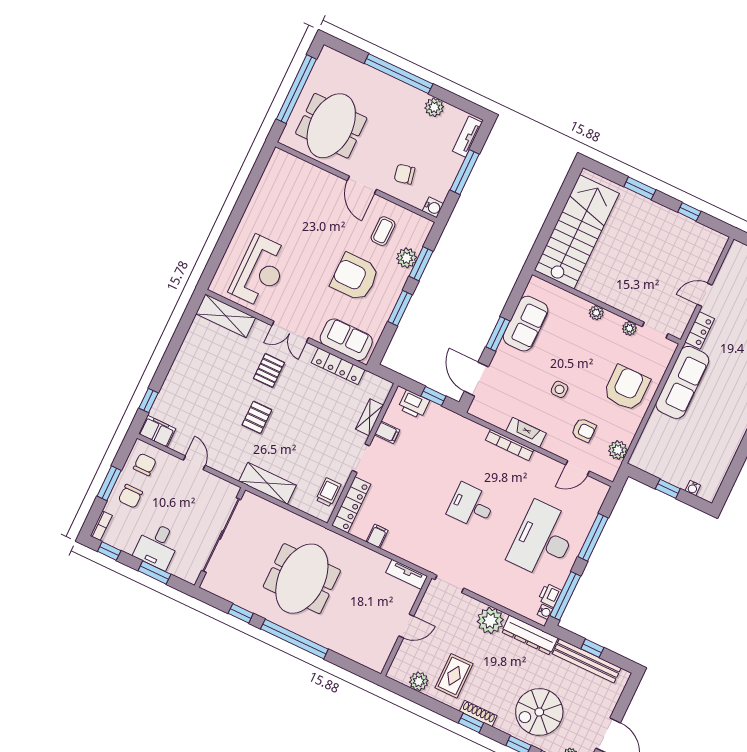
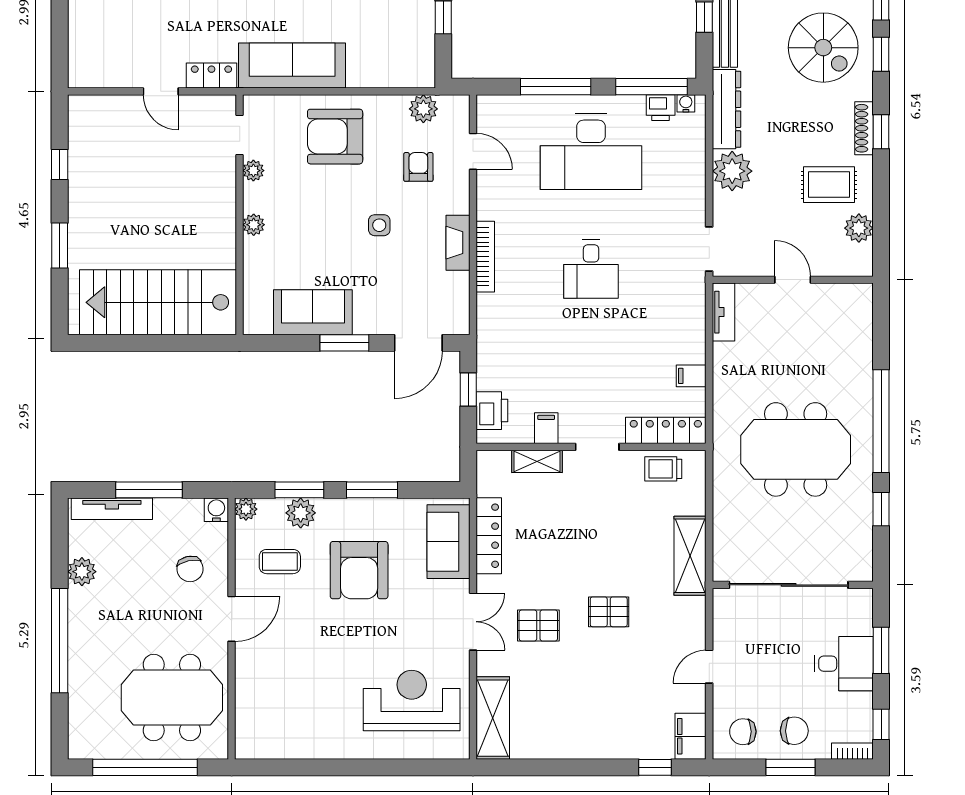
tv unit: (467, 137) -> (112, 509), width x1.41
plant: (425, 226) -> (246, 509), added

